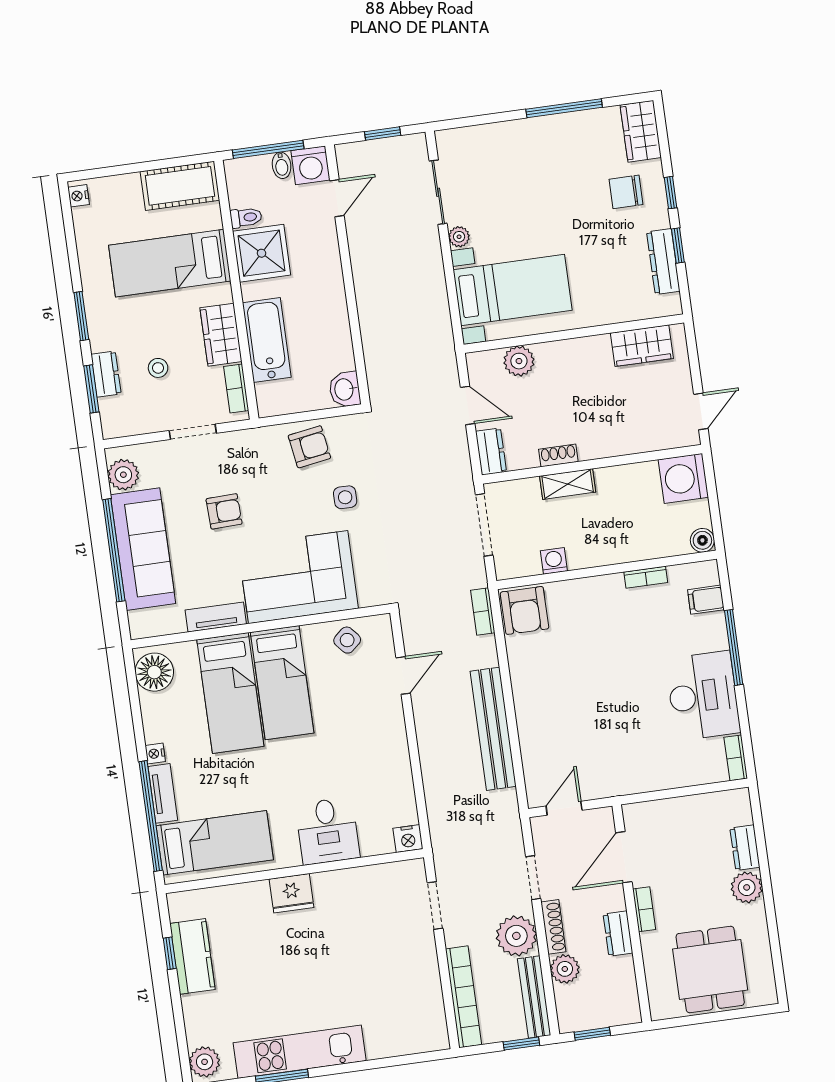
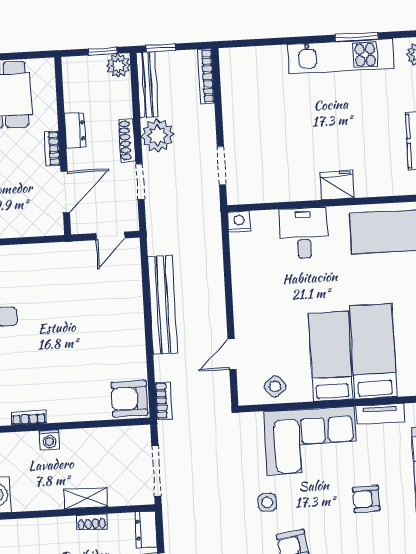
washing machine: (554, 561) -> (49, 440), moved
armchair: (524, 610) -> (129, 399), turned -90
plant: (565, 969) -> (118, 66), moved
bookcase: (463, 997) -> (206, 76), width x0.68, depth x0.76

